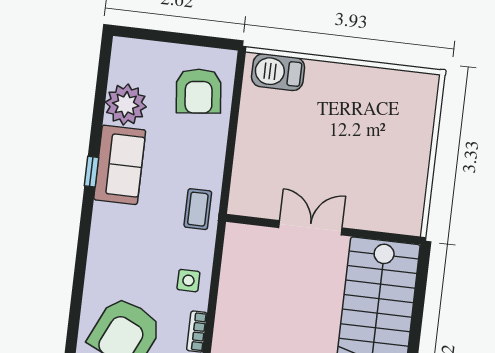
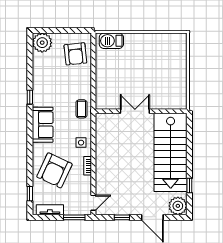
plant: (126, 104) -> (42, 43), moved
sofa: (120, 165) -> (43, 125), moved

